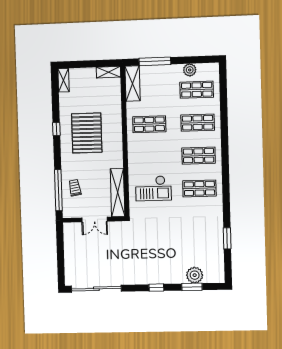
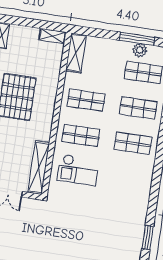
window: (155, 61) -> (137, 39), moved
shop shelf: (199, 188) -> (81, 135), moved

